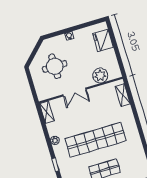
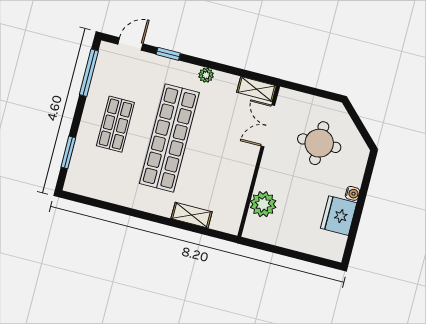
fridge: (103, 40) -> (339, 216), moved, turned -90
double door: (74, 92) -> (268, 126), moved
shelving: (123, 95) -> (192, 215), moved

